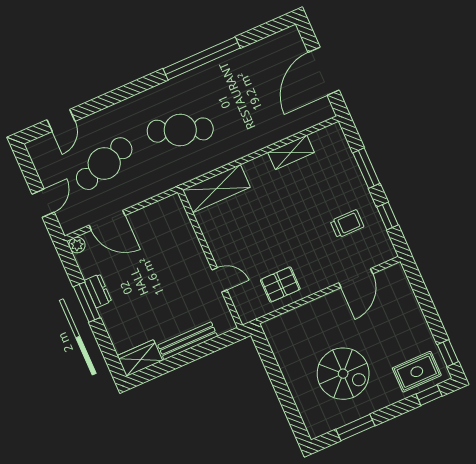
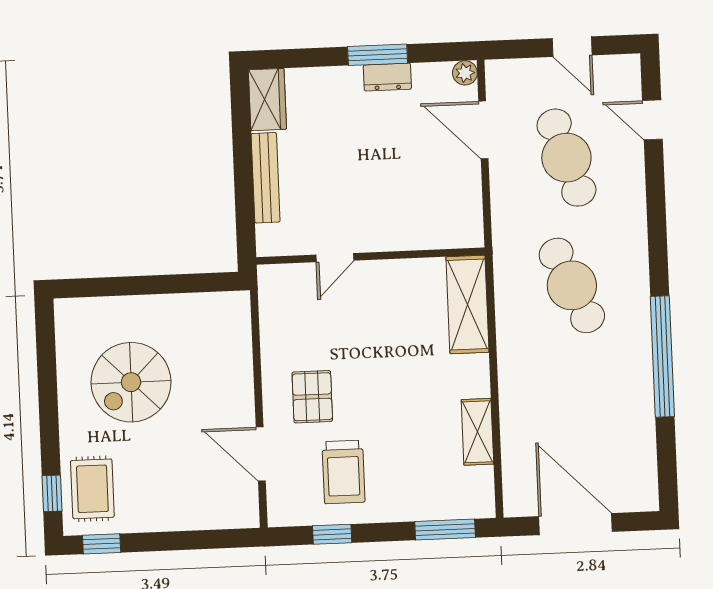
cafe table: (180, 130) -> (572, 285), turned -45
window: (366, 168) -> (445, 530), moved
door: (43, 203) -> (572, 47), moved
door: (107, 220) -> (483, 130), hinge flipped
trolley: (347, 224) -> (343, 472), width x1.36, depth x1.39
pallet: (280, 285) -> (312, 397), moved
window: (355, 428) -> (47, 369), removed

